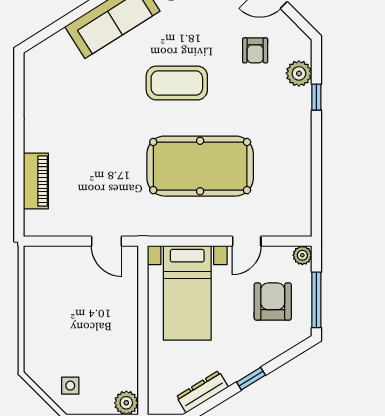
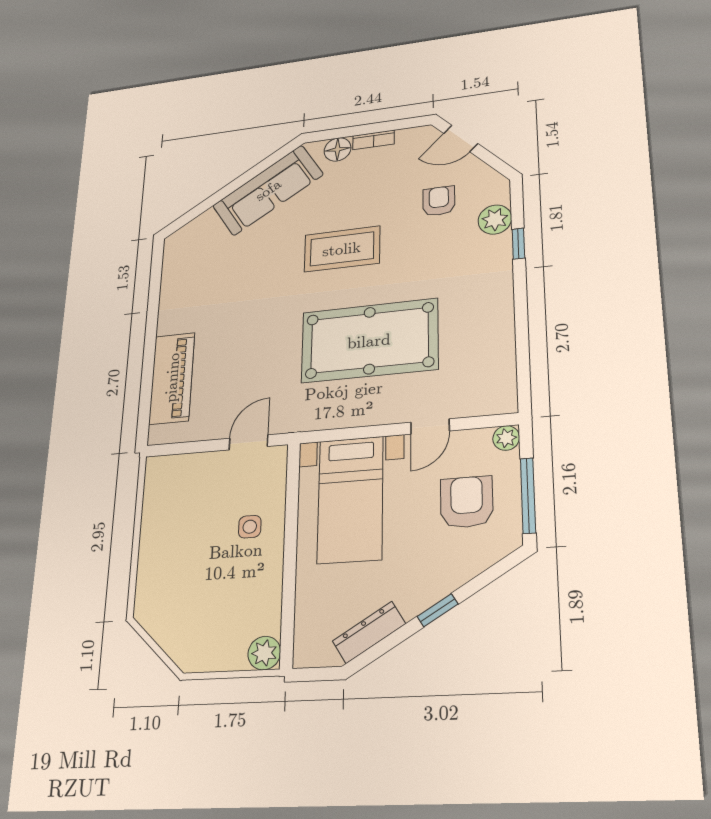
armchair: (255, 50) -> (439, 201), turned 180
piano: (36, 181) -> (172, 378), width x1.37, depth x1.33
door: (107, 241) -> (249, 442), swing flipped
side table: (70, 386) -> (250, 527), moved

